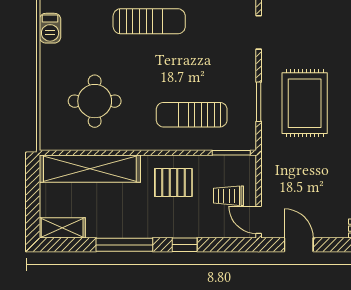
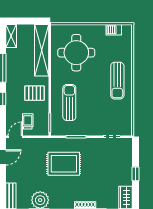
round table: (95, 101) -> (76, 53), width x1.36, depth x1.36
rug: (305, 103) -> (64, 164), moved
pallet: (173, 182) -> (35, 93), turned 90

